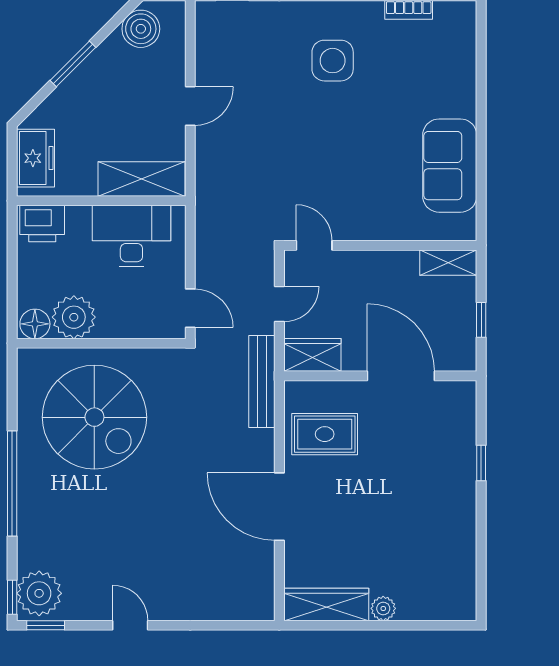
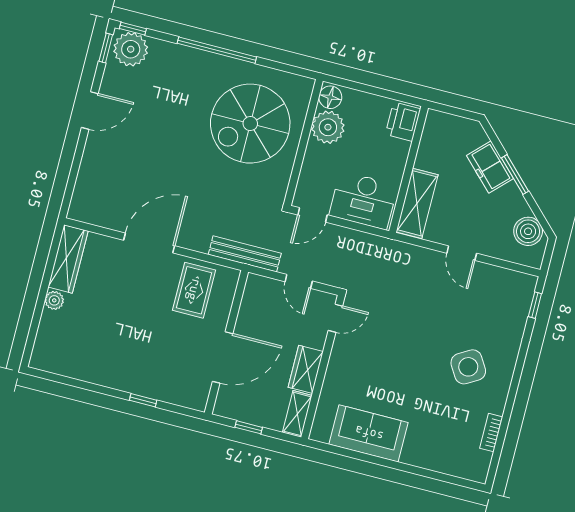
side table: (333, 61) -> (468, 367), turned -31
freezer: (35, 158) -> (490, 167), moved, turned 45
desk: (131, 236) -> (363, 200), moved, turned 90
wardrobe: (312, 355) -> (306, 369), moved, turned 180
door: (130, 625) -> (90, 110), width x1.38

